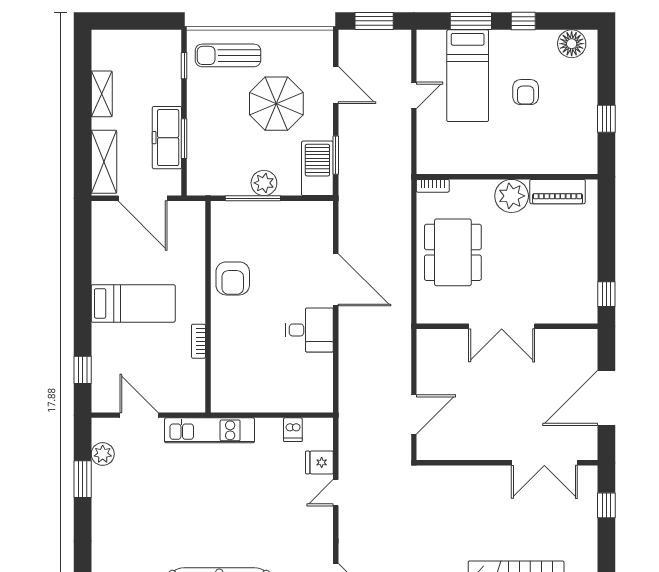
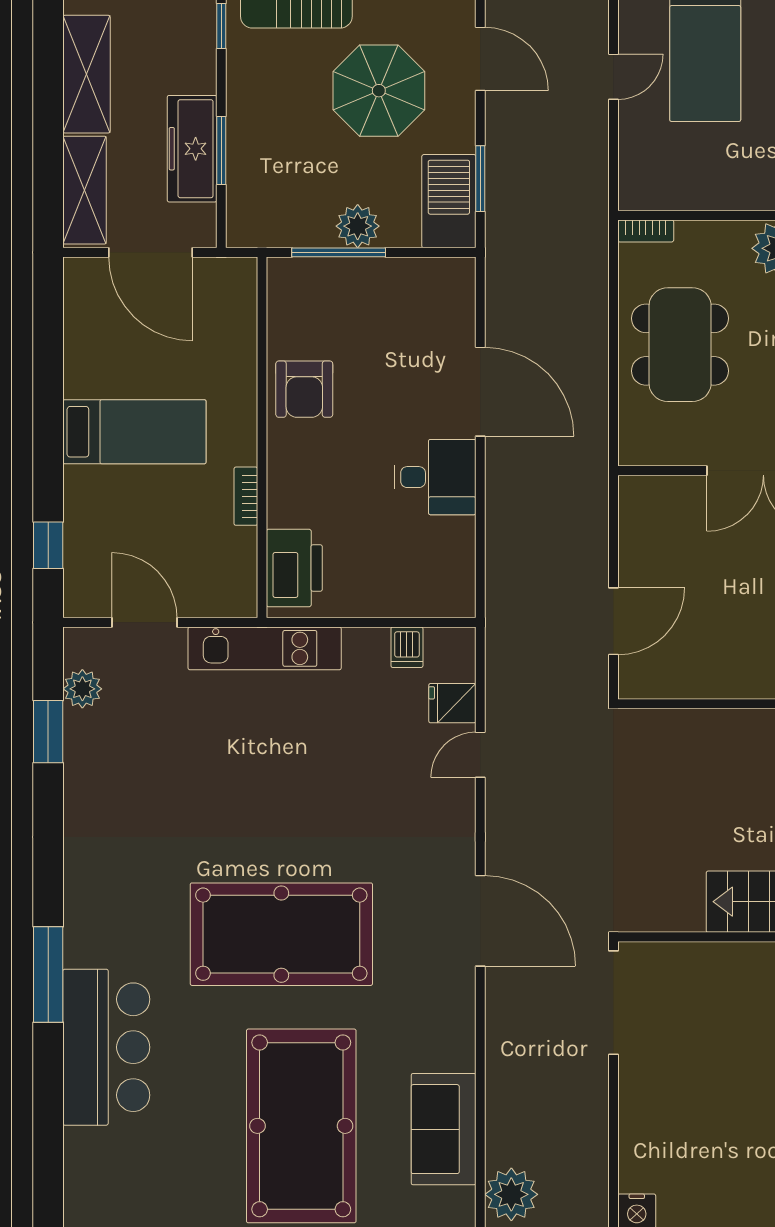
shelving: (102, 94) -> (87, 74), width x1.50, depth x1.33
printer: (227, 383) -> (294, 568), added

